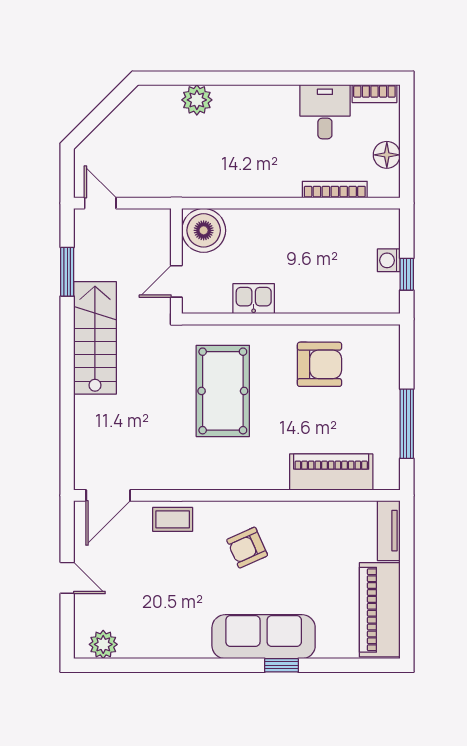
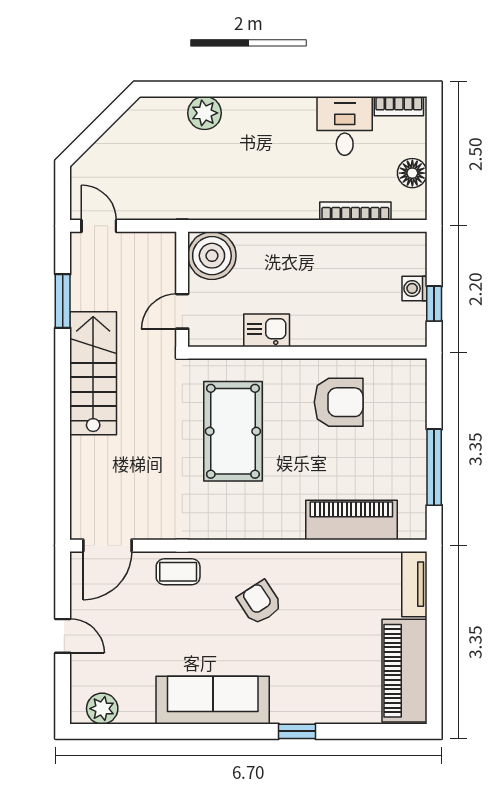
armchair: (247, 548) -> (260, 603), turned 81
sofa: (264, 637) -> (213, 700), moved

